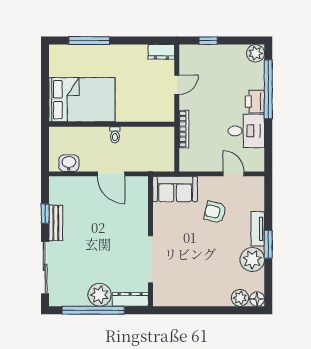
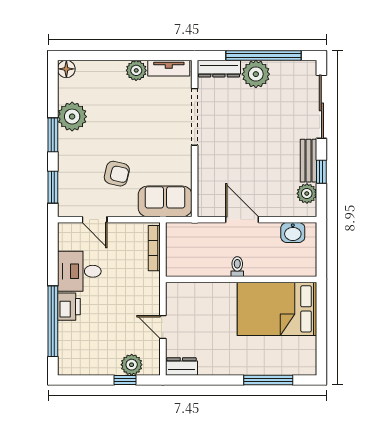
plant: (256, 53) -> (132, 365), moved
door: (177, 85) -> (163, 327), hinge flipped
bookcase: (184, 129) -> (154, 248), moved
plant: (57, 196) -> (307, 193), added
window: (268, 201) -> (53, 187), added
tv unit: (258, 229) -> (169, 68), moved, turned 90
plant: (240, 298) -> (136, 70), moved

